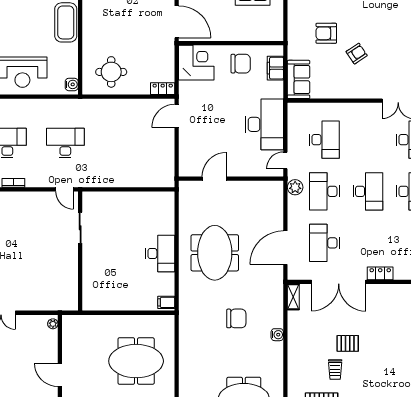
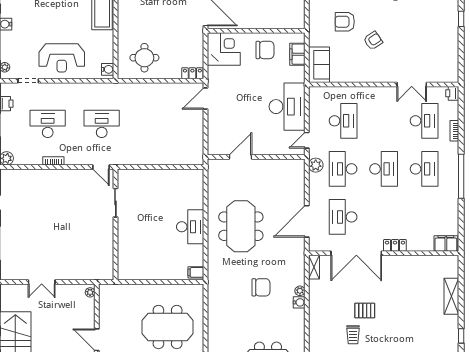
plant: (278, 322) -> (300, 291), added

